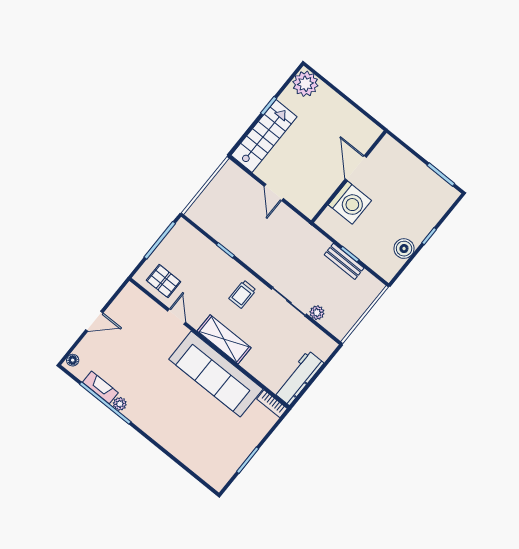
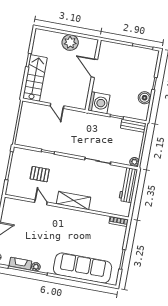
plant: (305, 84) -> (70, 42), moved
washing machine: (350, 203) -> (99, 103), moved
bench: (344, 261) -> (133, 126), moved
pallet: (164, 281) -> (40, 174), moved
trolley: (243, 294) -> (70, 171), removed
plant: (317, 313) -> (134, 162), moved
sofa: (216, 374) -> (83, 268), moved, turned 180
workbench: (299, 378) -> (128, 185), moved

